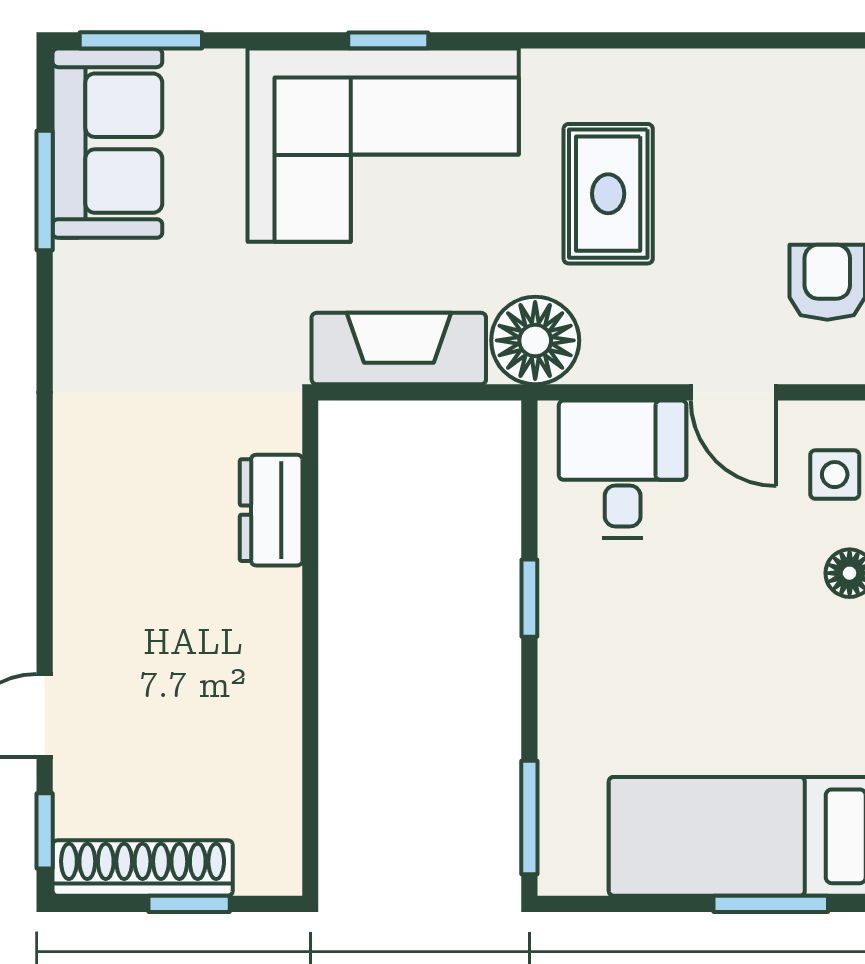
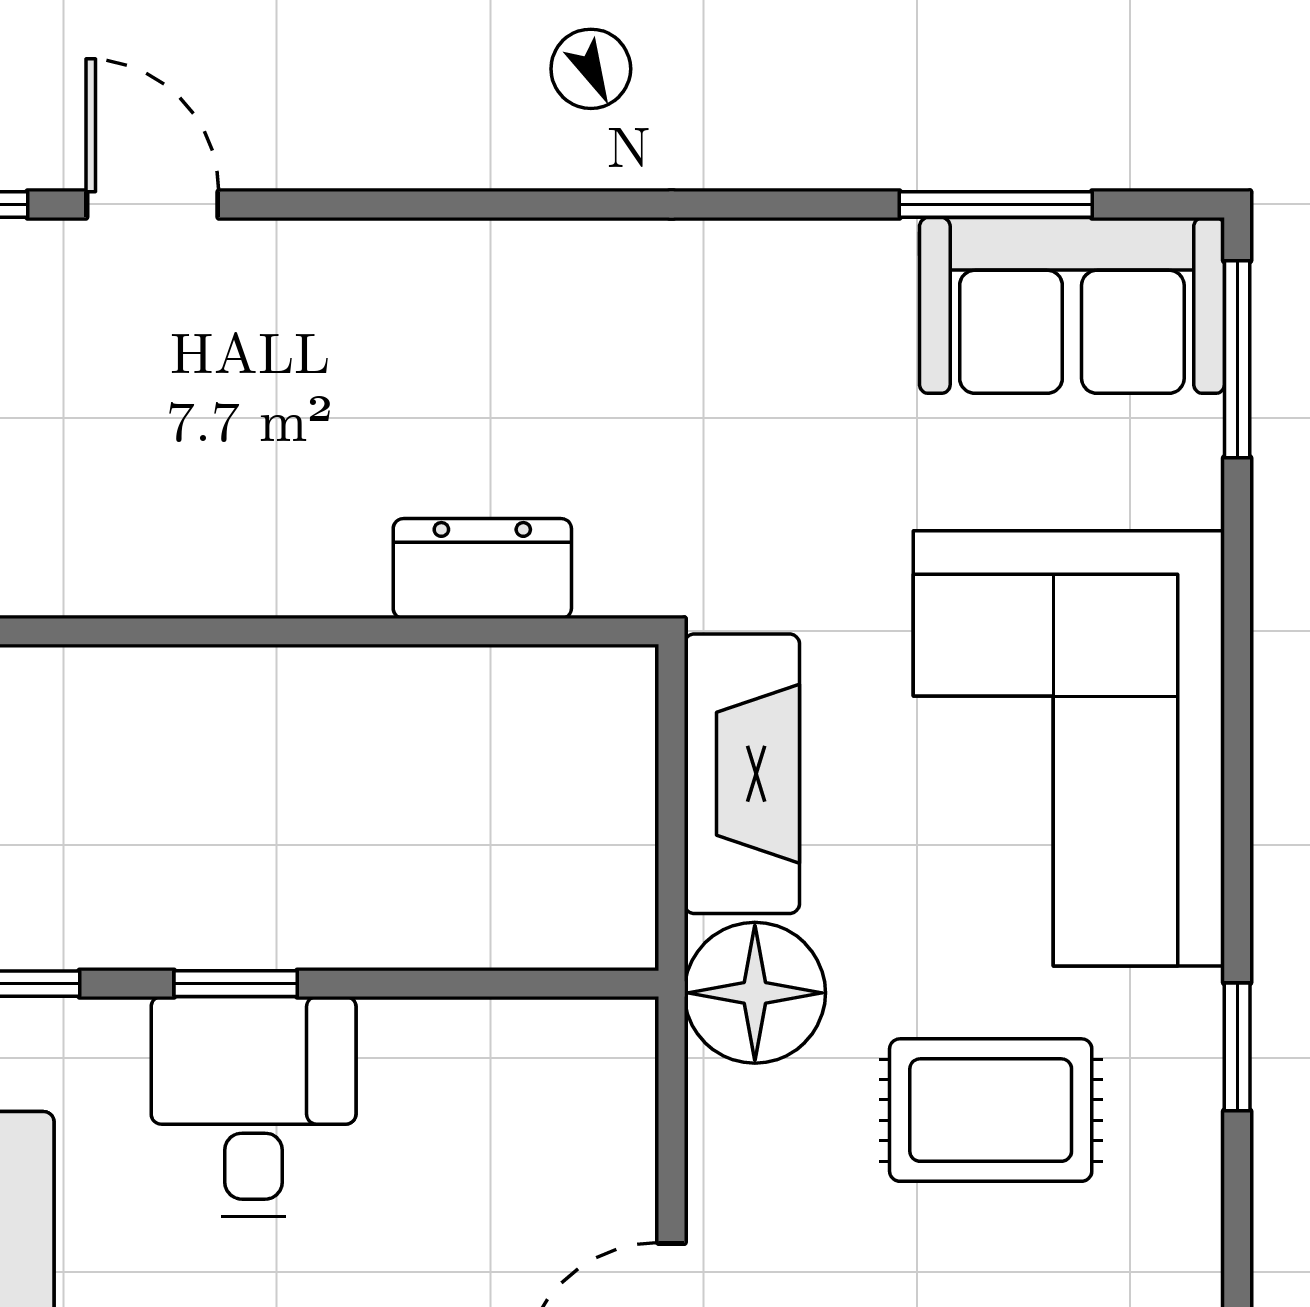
window: (388, 40) -> (1237, 1047), moved
desk: (623, 469) -> (254, 1107), moved, turned -90
window: (529, 598) -> (236, 984), moved

